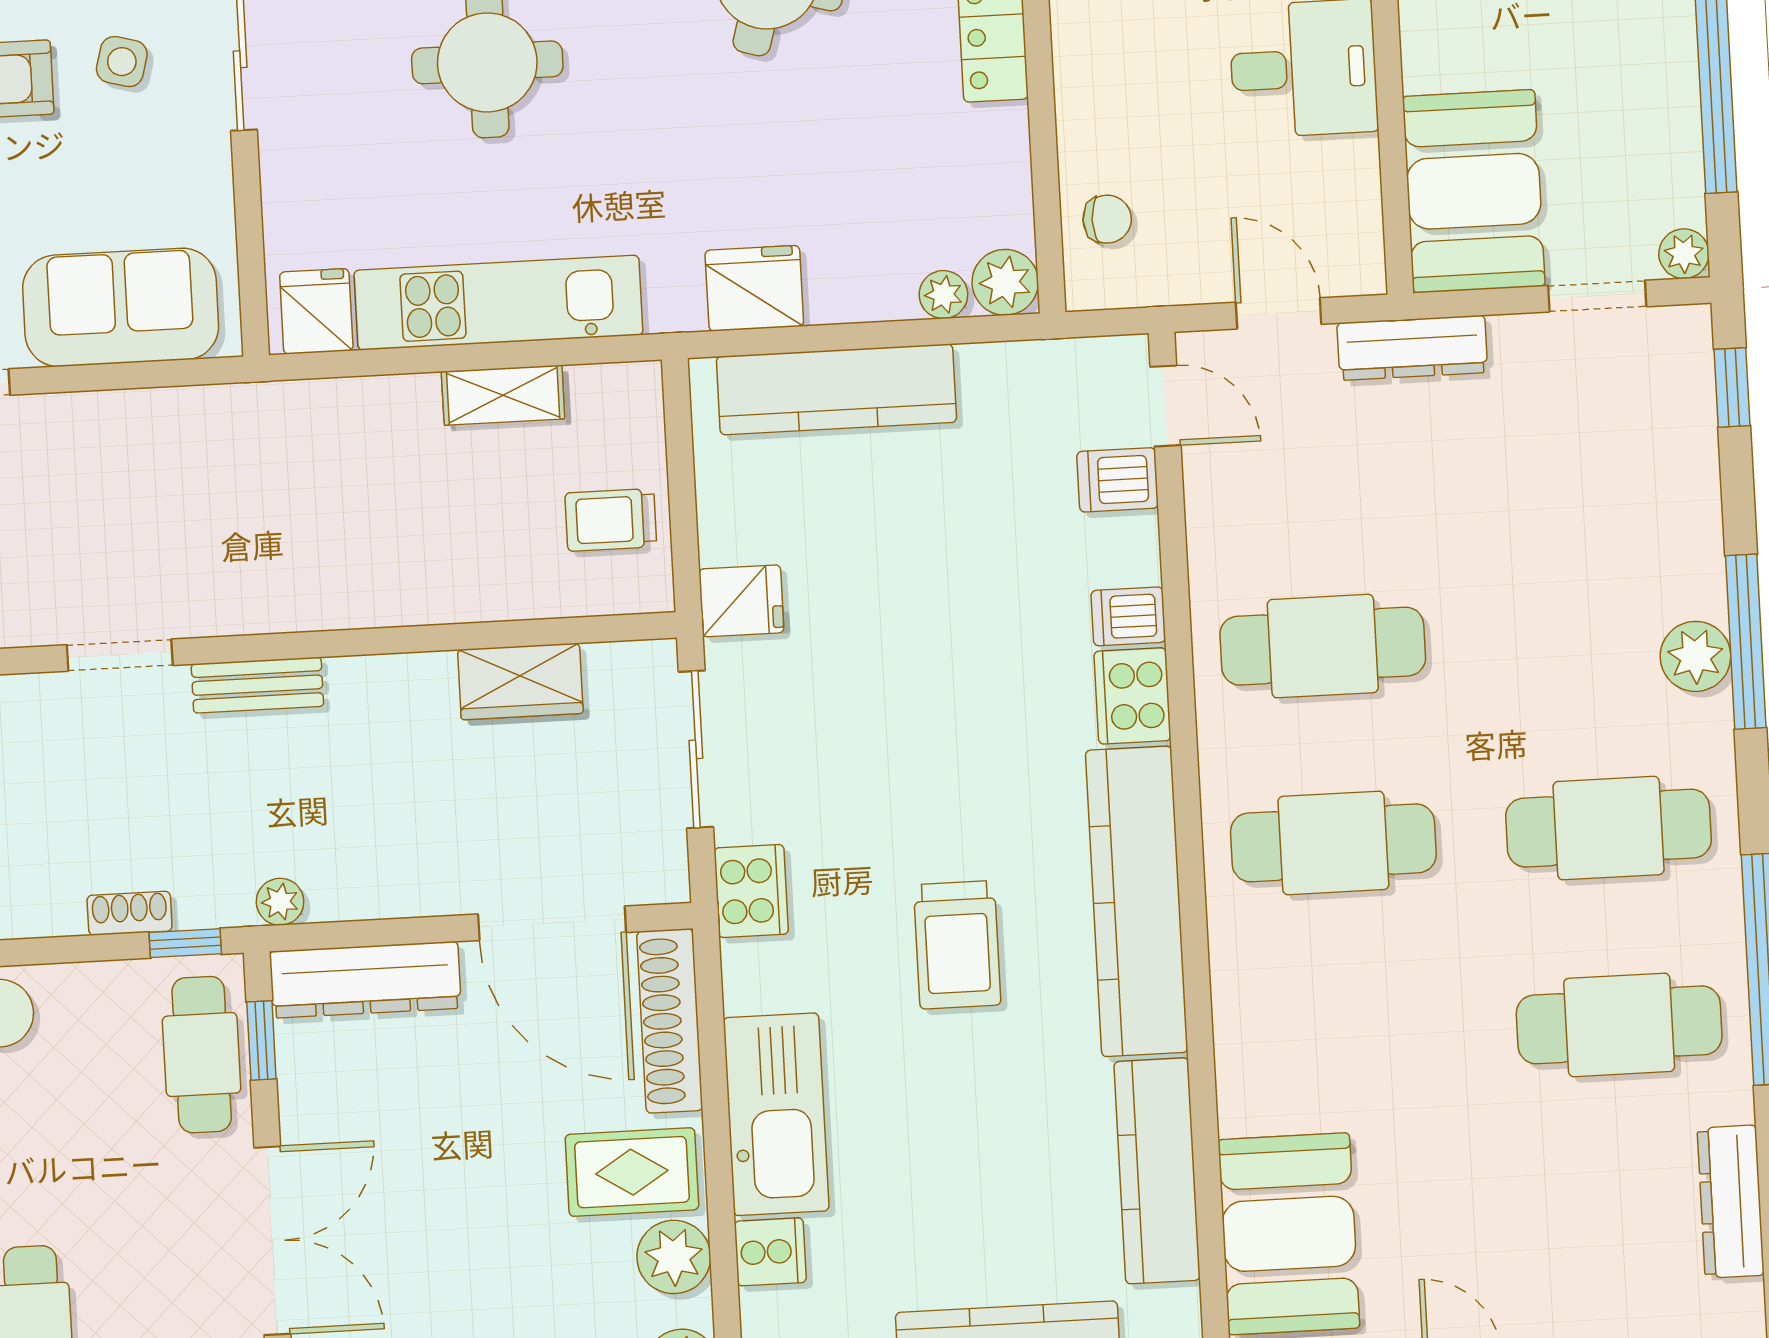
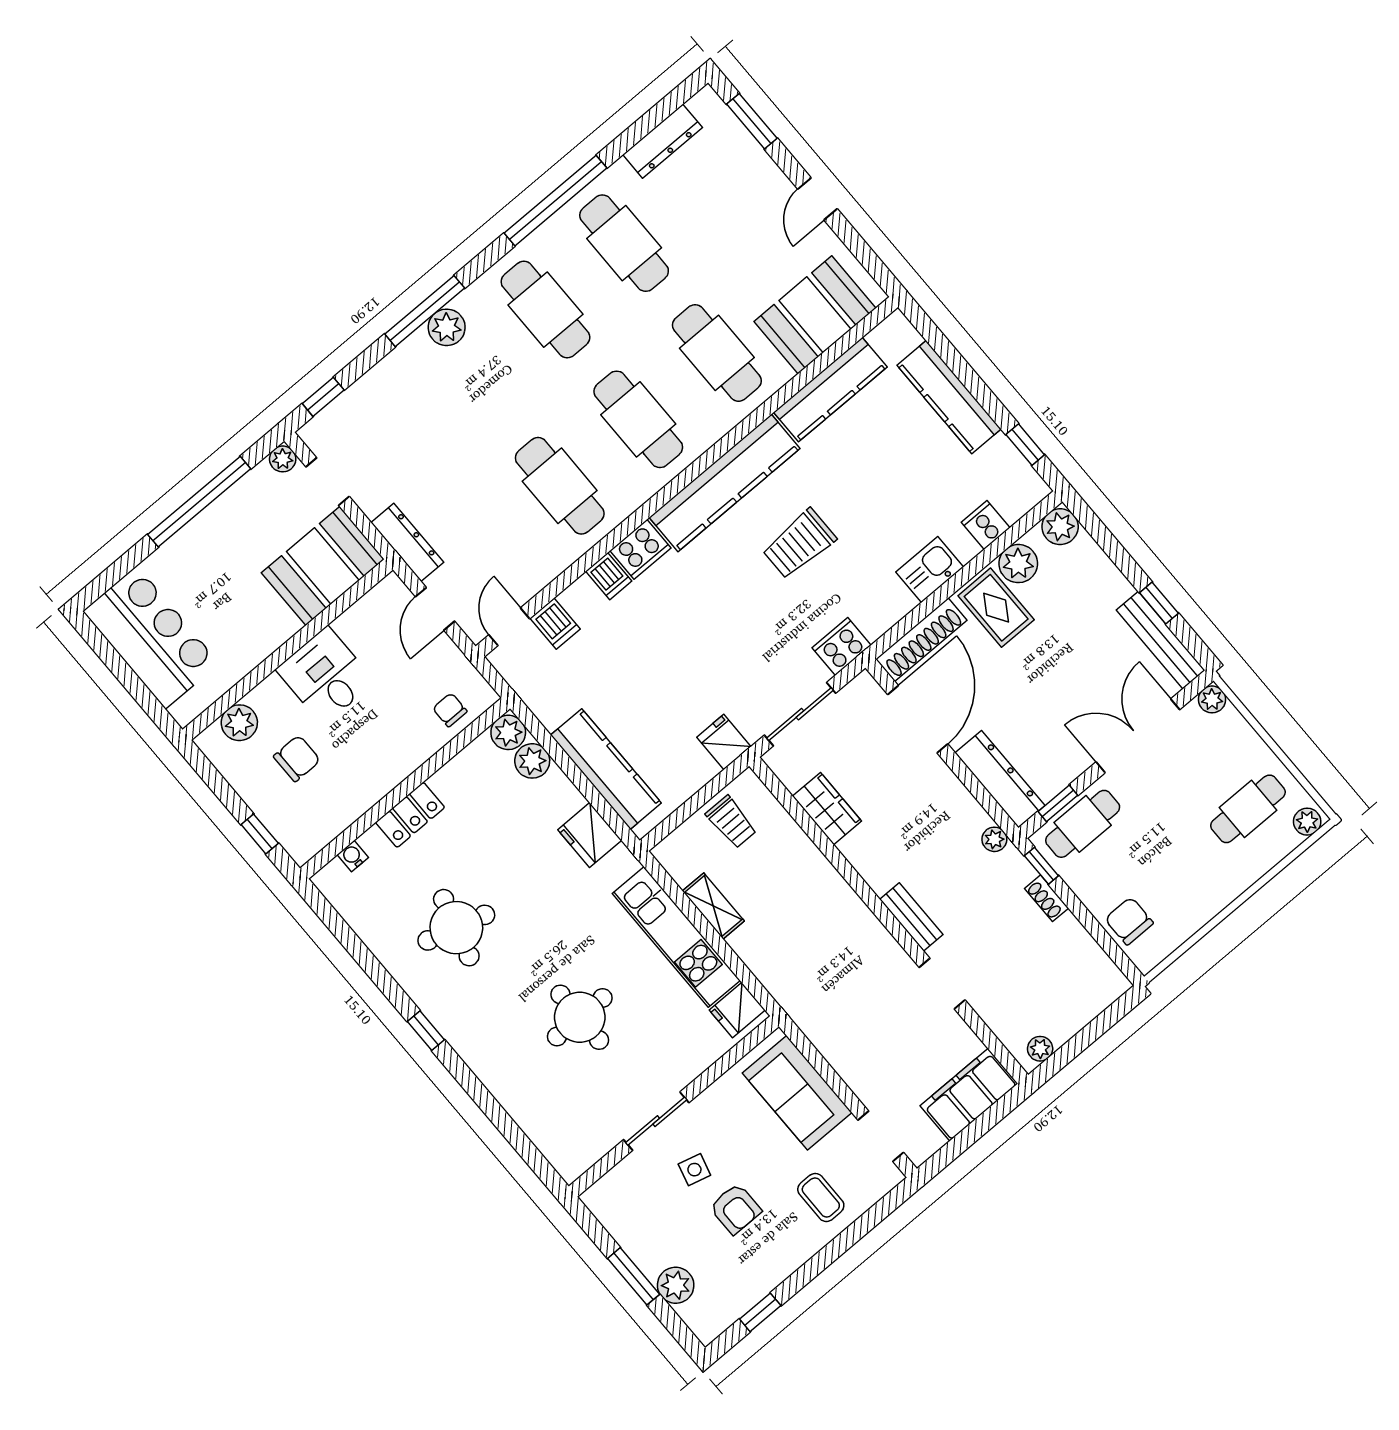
plant: (943, 295) -> (532, 761), width x1.38, depth x1.38
trolley: (957, 945) -> (799, 544), turned 180
cafe table: (1344, 1040) -> (717, 353), added
kitchen sink: (776, 1114) -> (930, 570), width x0.53, depth x0.81

